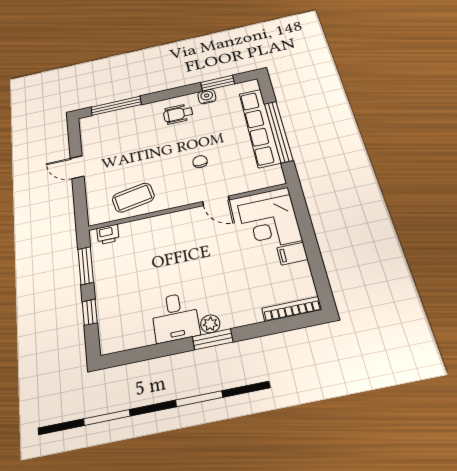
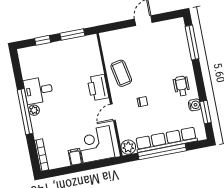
plant: (273, 177) -> (128, 147), added
coffee table: (133, 198) -> (121, 73), moved
printer: (108, 234) -> (98, 88), moved, width x1.87, depth x1.48
window: (213, 339) -> (25, 112), width x2.11

